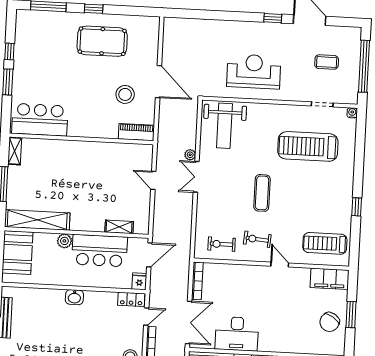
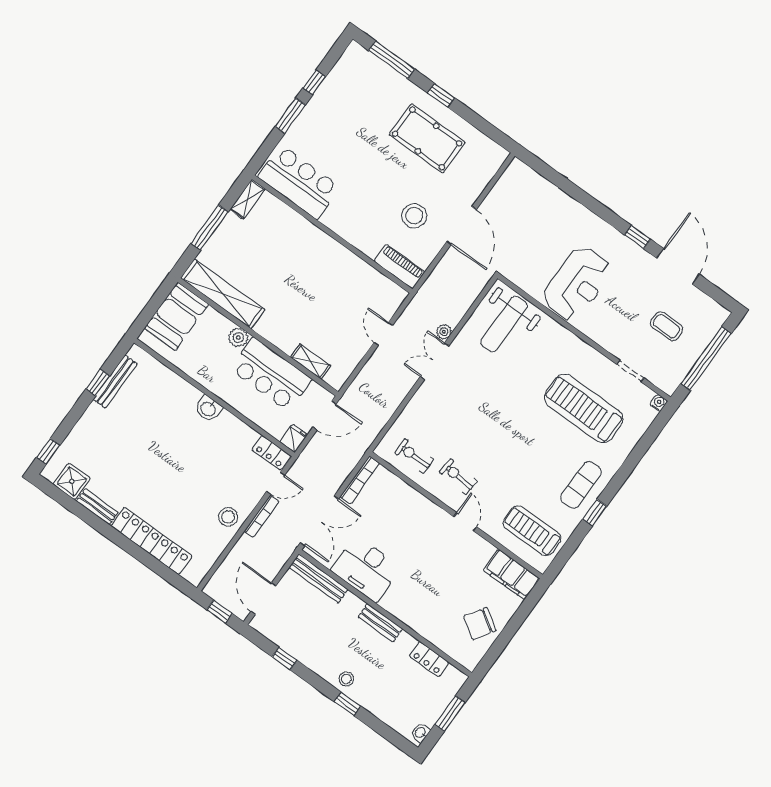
reception desk: (254, 71) -> (577, 284), turned 90
exercise mat: (262, 193) -> (581, 485), moved
window: (351, 315) -> (510, 631), removed

